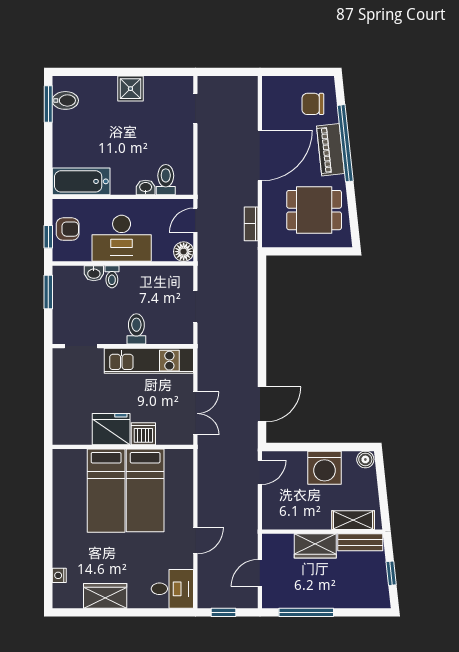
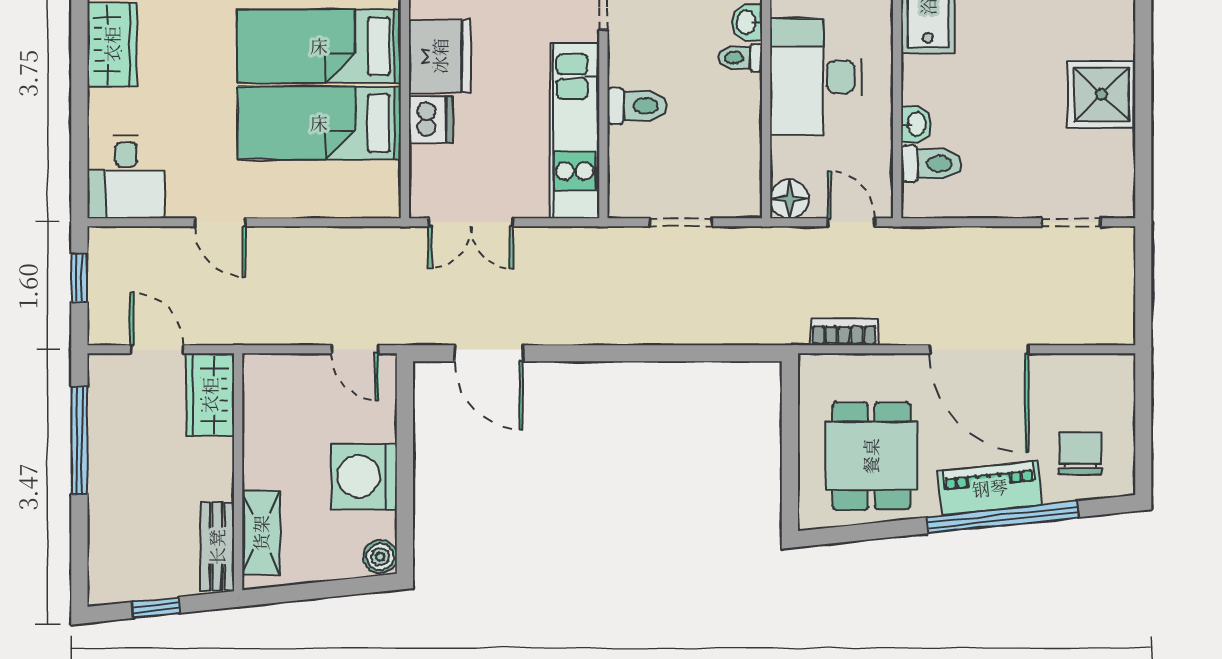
shower: (130, 89) -> (1101, 94), width x1.36, depth x1.36
wardrobe: (315, 546) -> (210, 395), moved

